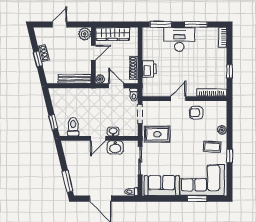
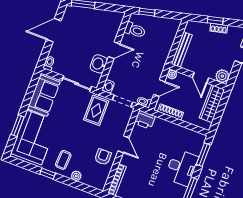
printer: (149, 69) -> (145, 120), moved
washbasin: (113, 131) -> (108, 86), moved
door: (98, 138) -> (114, 50), swing flipped

